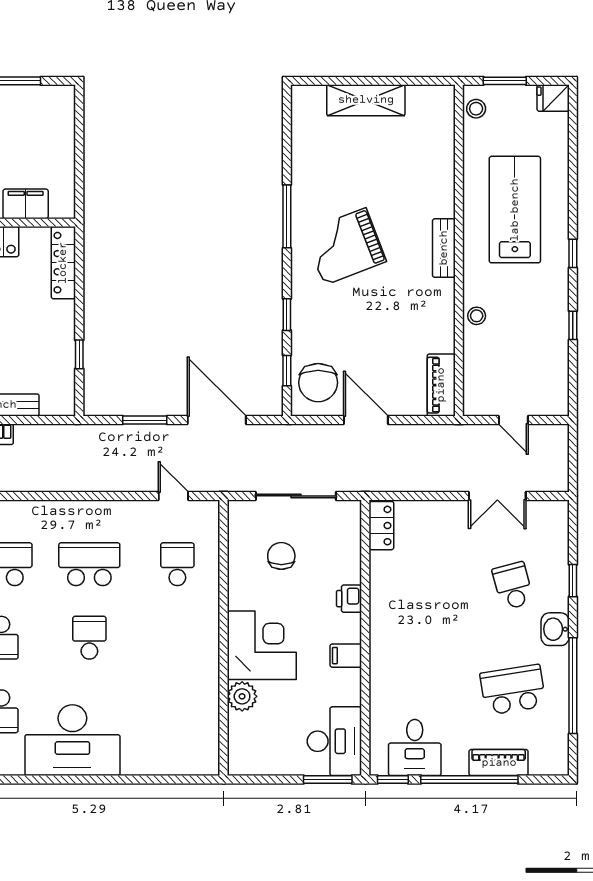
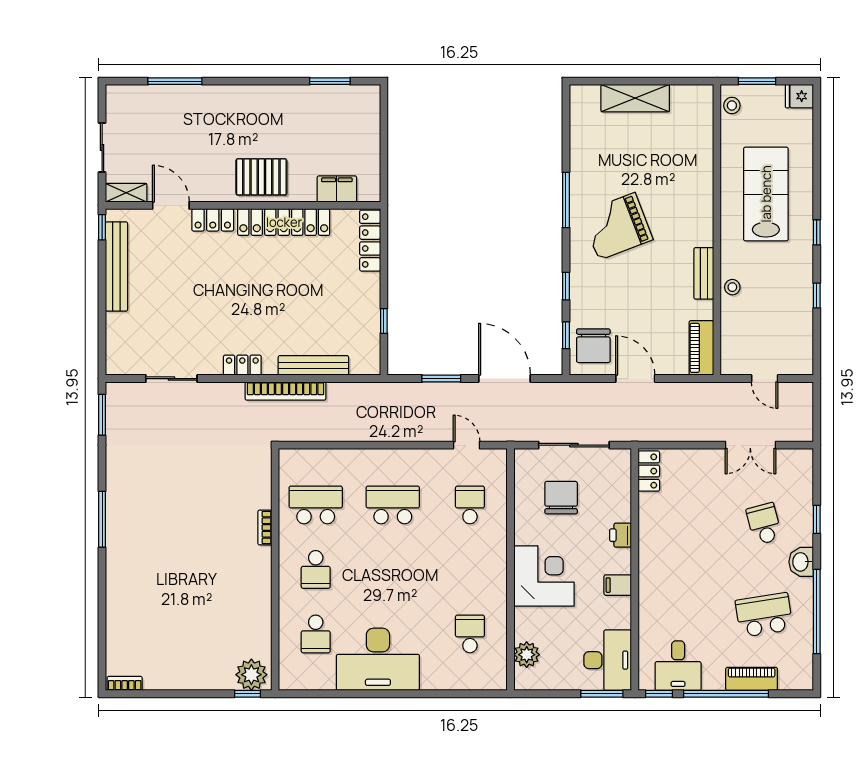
bench: (444, 248) -> (704, 273), moved
chair: (281, 556) -> (561, 498), width x1.37, depth x1.37
school desk: (89, 638) -> (470, 634), moved
plant: (242, 696) -> (527, 655), moved

